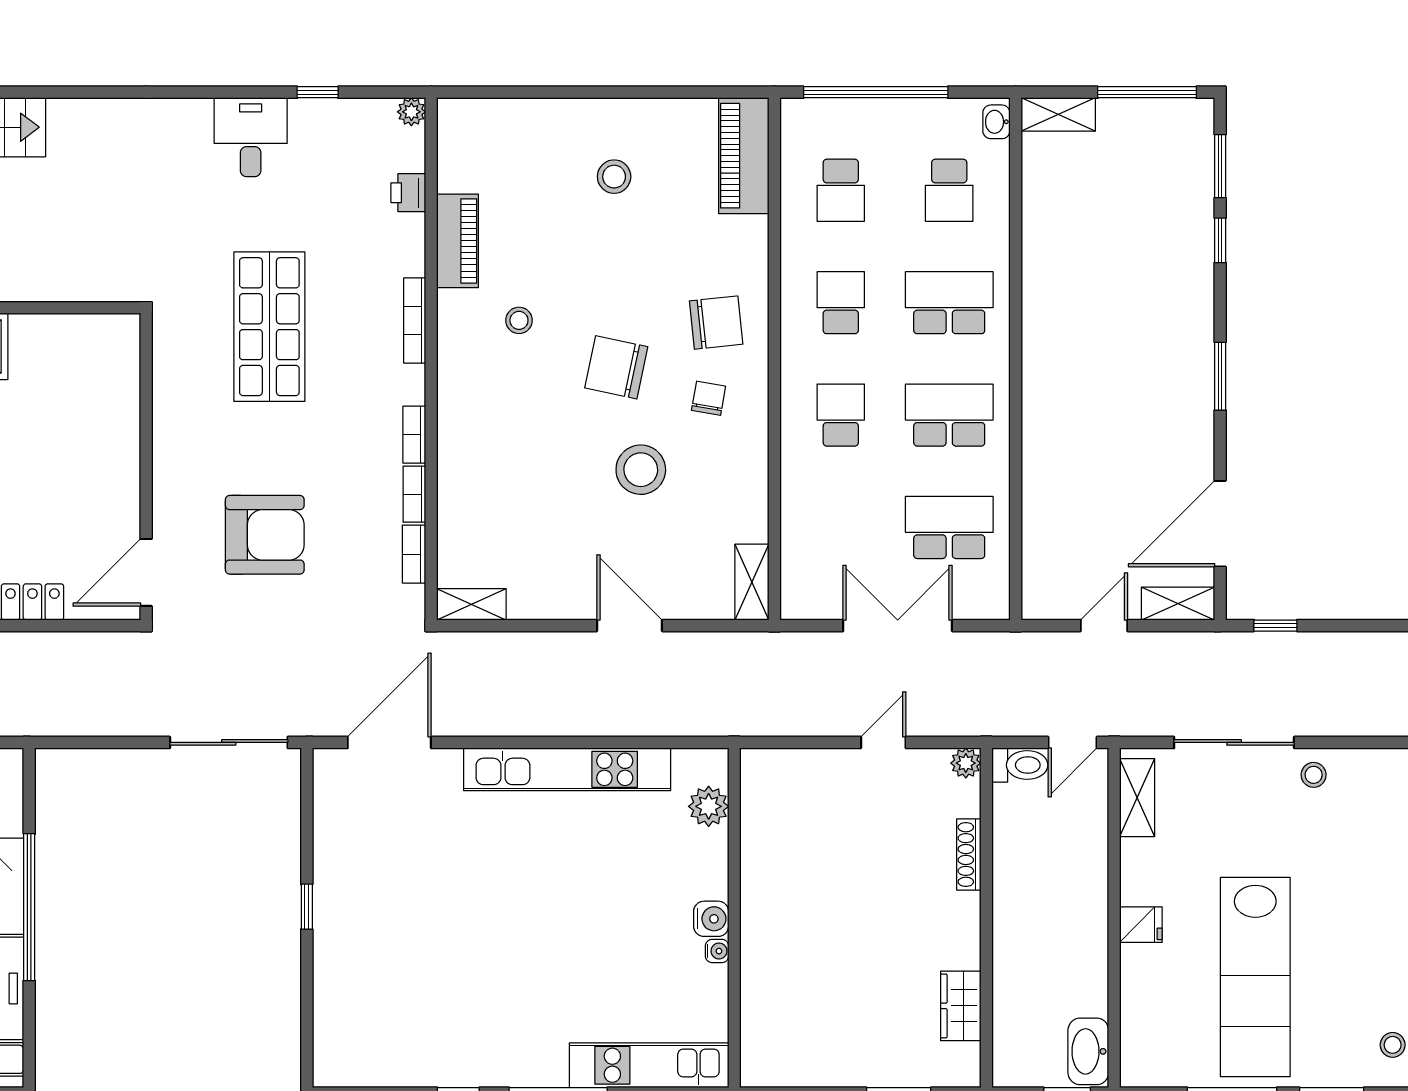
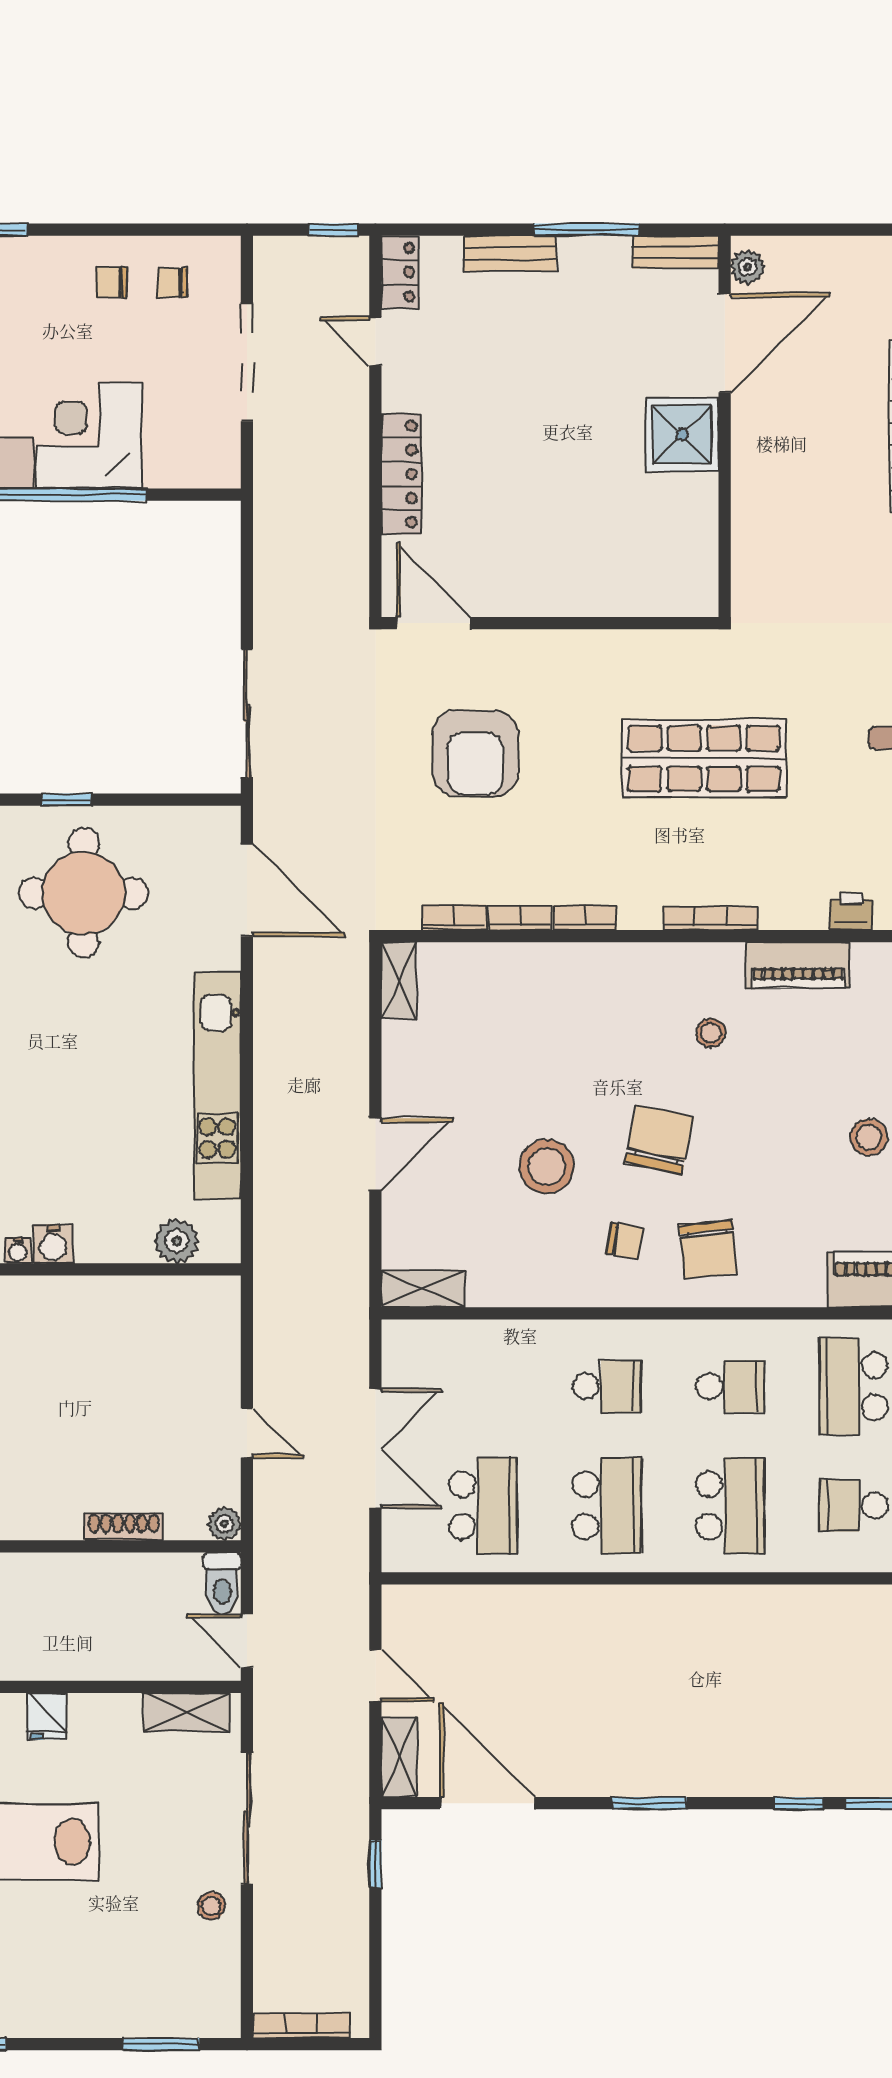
school desk: (841, 190) -> (854, 1386), width x1.85
round table: (392, 891) -> (84, 893), added

